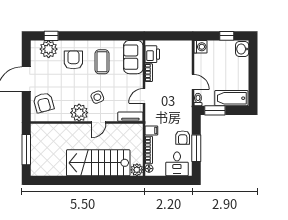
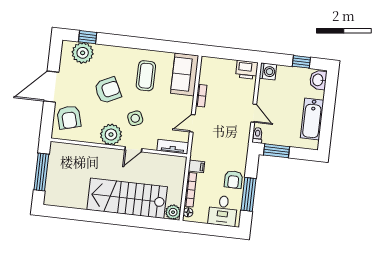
printer: (152, 54) -> (247, 70), moved, turned 90
armchair: (73, 60) -> (108, 90), moved, turned 64
bathtub: (231, 98) -> (312, 119), moved, turned -90

